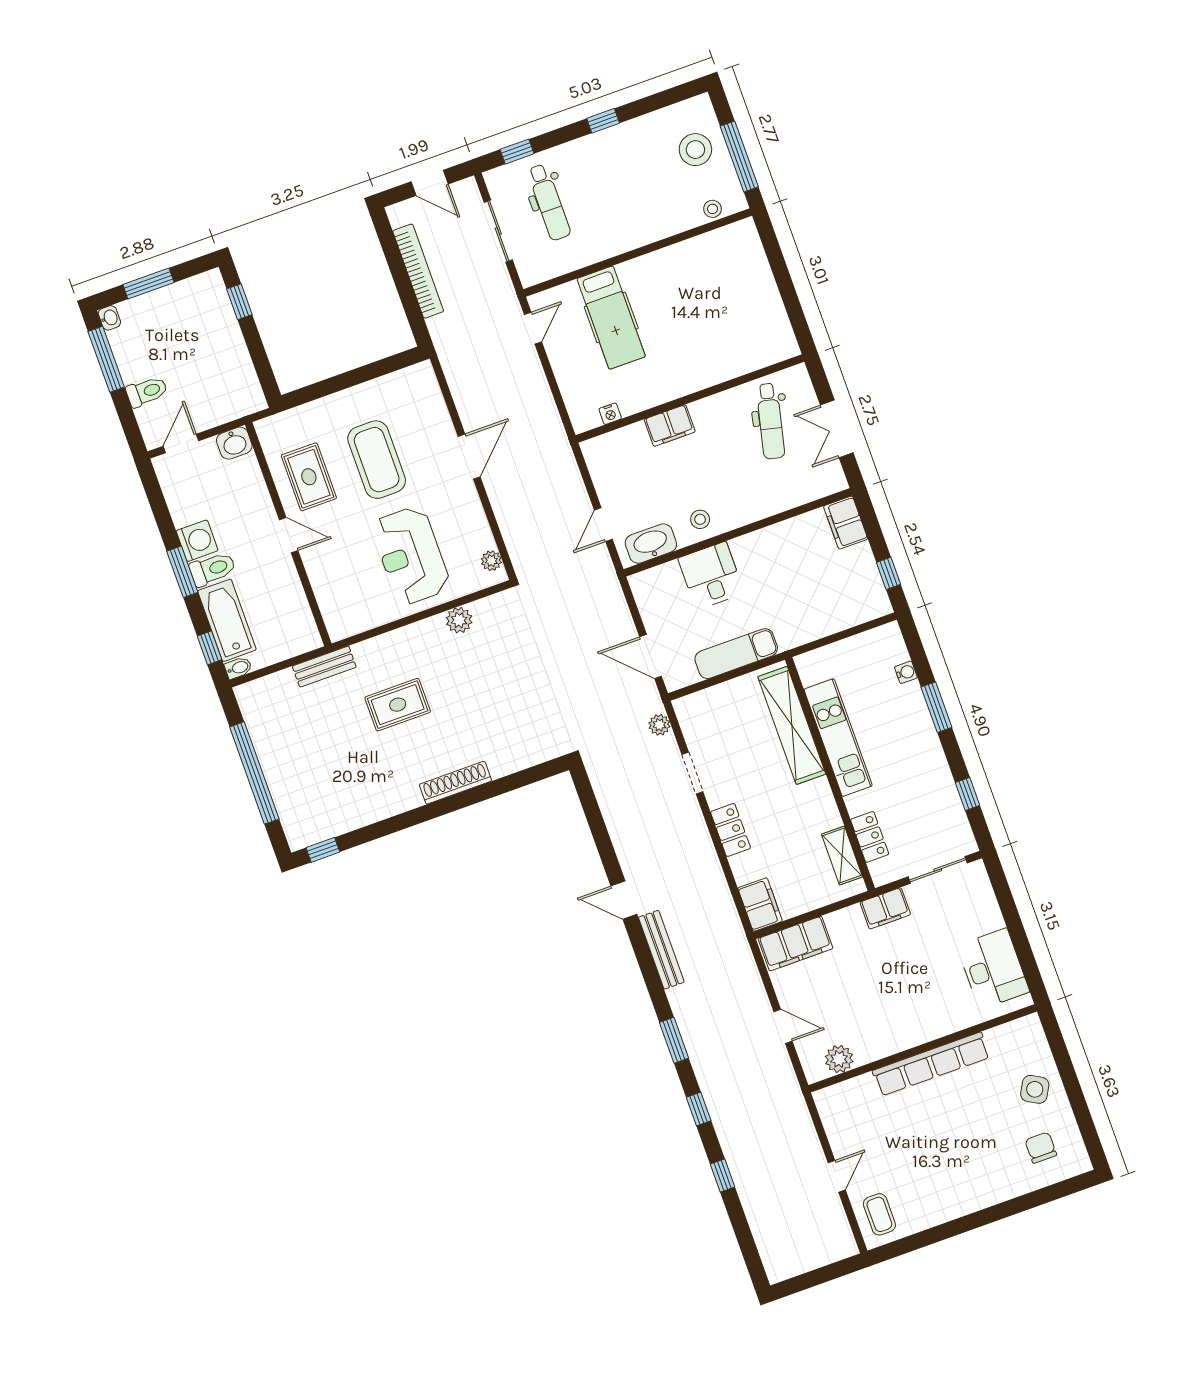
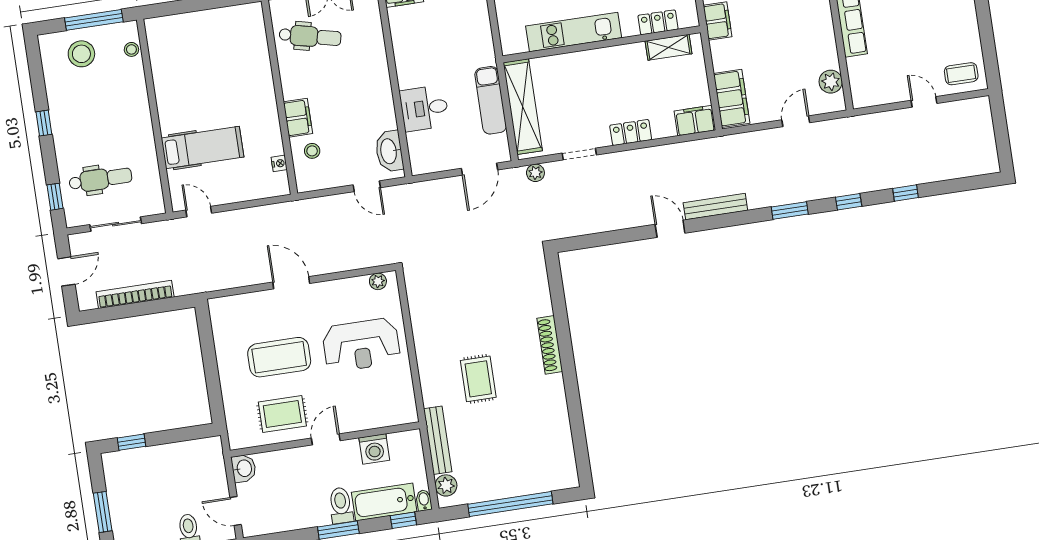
stool: (700, 519) -> (312, 151), moved
washing machine: (197, 541) -> (374, 449), moved, turned 180
plant: (459, 620) -> (446, 485), moved
bench: (324, 667) -> (438, 440), width x1.36
shelving: (792, 725) -> (523, 107), moved, turned 90
window: (323, 850) -> (583, 461), removed
door: (624, 900) -> (670, 229), swing flipped

